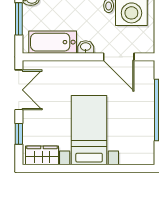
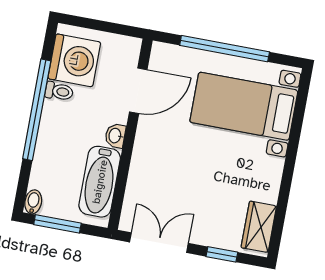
bed with nightstands: (89, 130) -> (244, 106), moved

